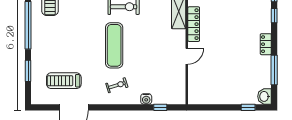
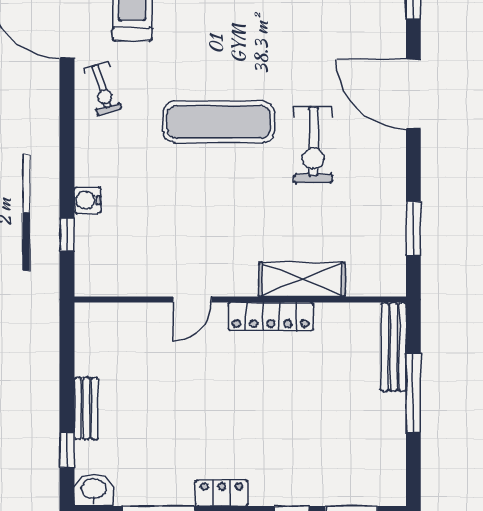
door: (187, 56) -> (192, 300), hinge flipped
exercise bike: (117, 85) -> (102, 88), moved
bench: (231, 100) -> (86, 408), added

